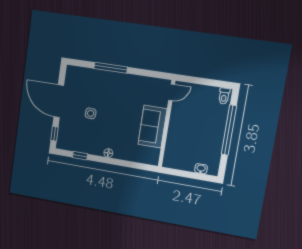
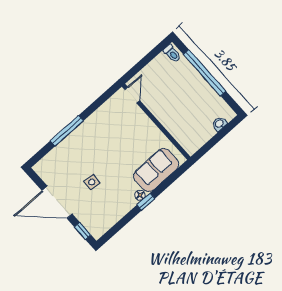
sofa: (152, 127) -> (156, 170), moved, turned 90
window: (80, 156) -> (146, 202), moved

